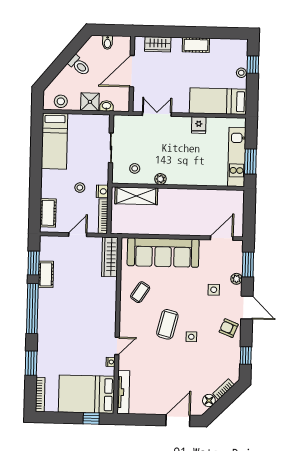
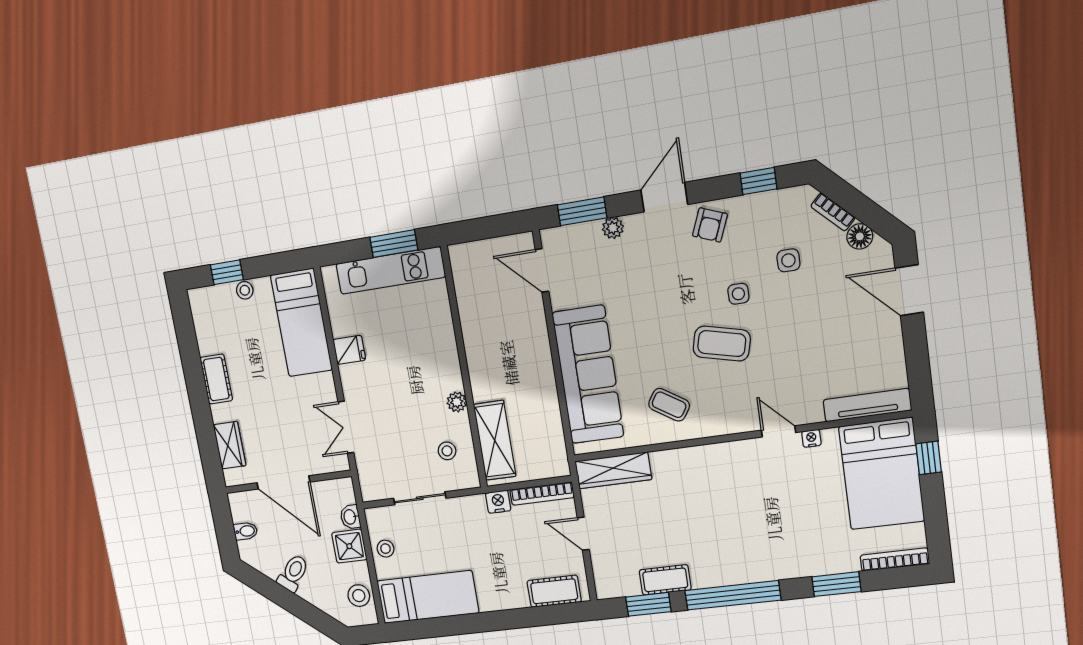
stool: (80, 188) -> (385, 549), moved
side table: (214, 290) -> (788, 260), moved

